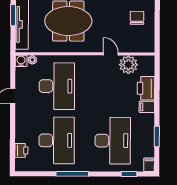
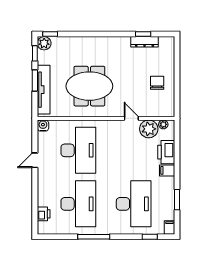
plant: (32, 60) -> (163, 124), moved

